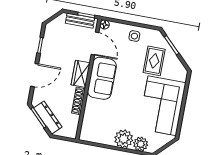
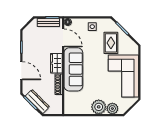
door: (35, 75) -> (21, 71), hinge flipped
sofa: (102, 78) -> (73, 69), width x1.36

